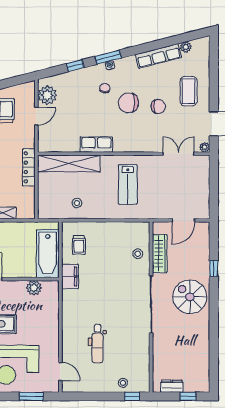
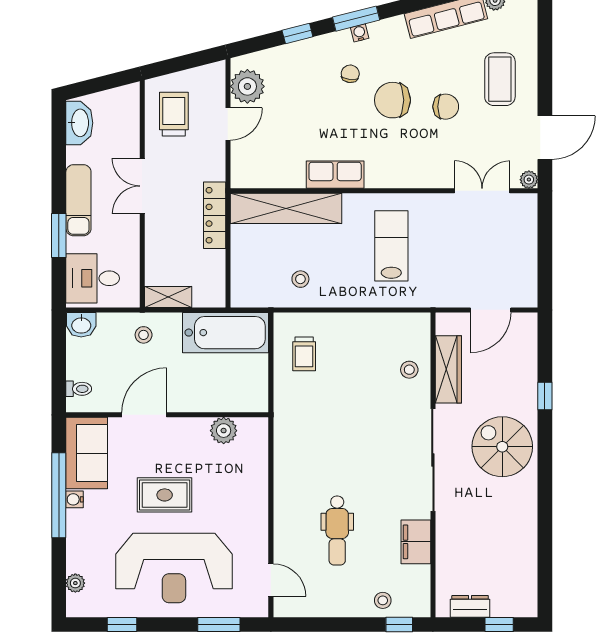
lab bench: (128, 184) -> (391, 246), turned 180
bathtub: (48, 254) -> (226, 333), moved, turned -90
filing cabinet: (70, 276) -> (416, 542), moved, turned 180

